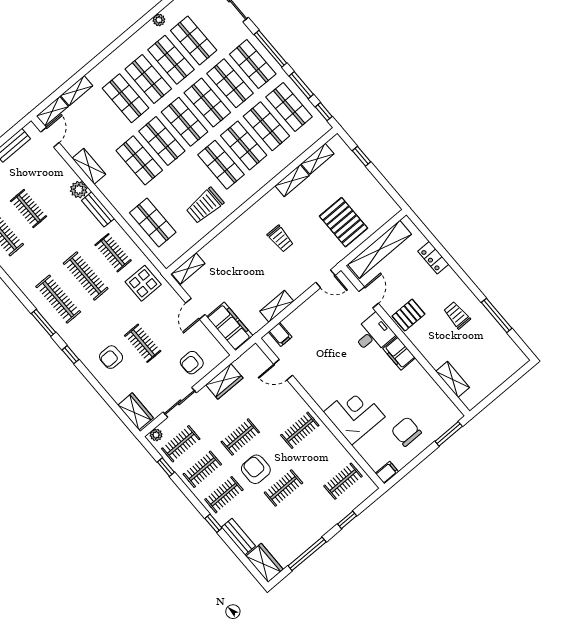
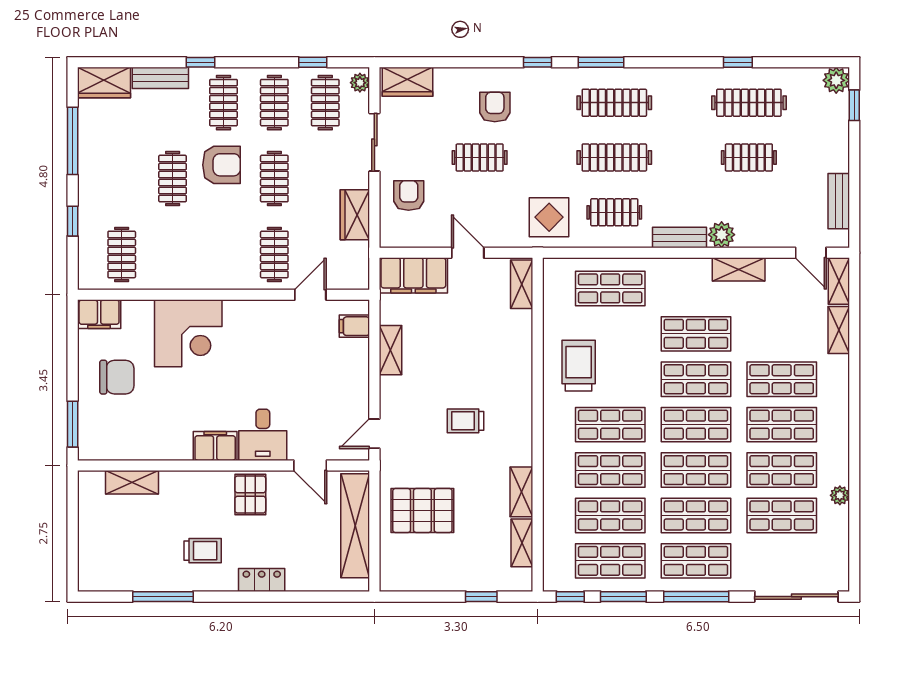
locker: (433, 258) -> (262, 580), moved
clothes rail: (300, 430) -> (274, 254), moved
filing cabinet: (387, 473) -> (99, 314), width x2.00

